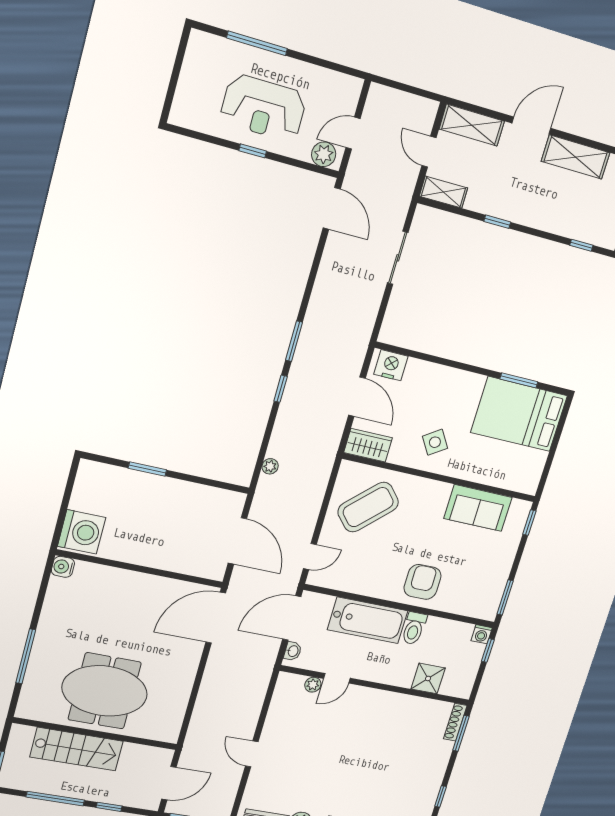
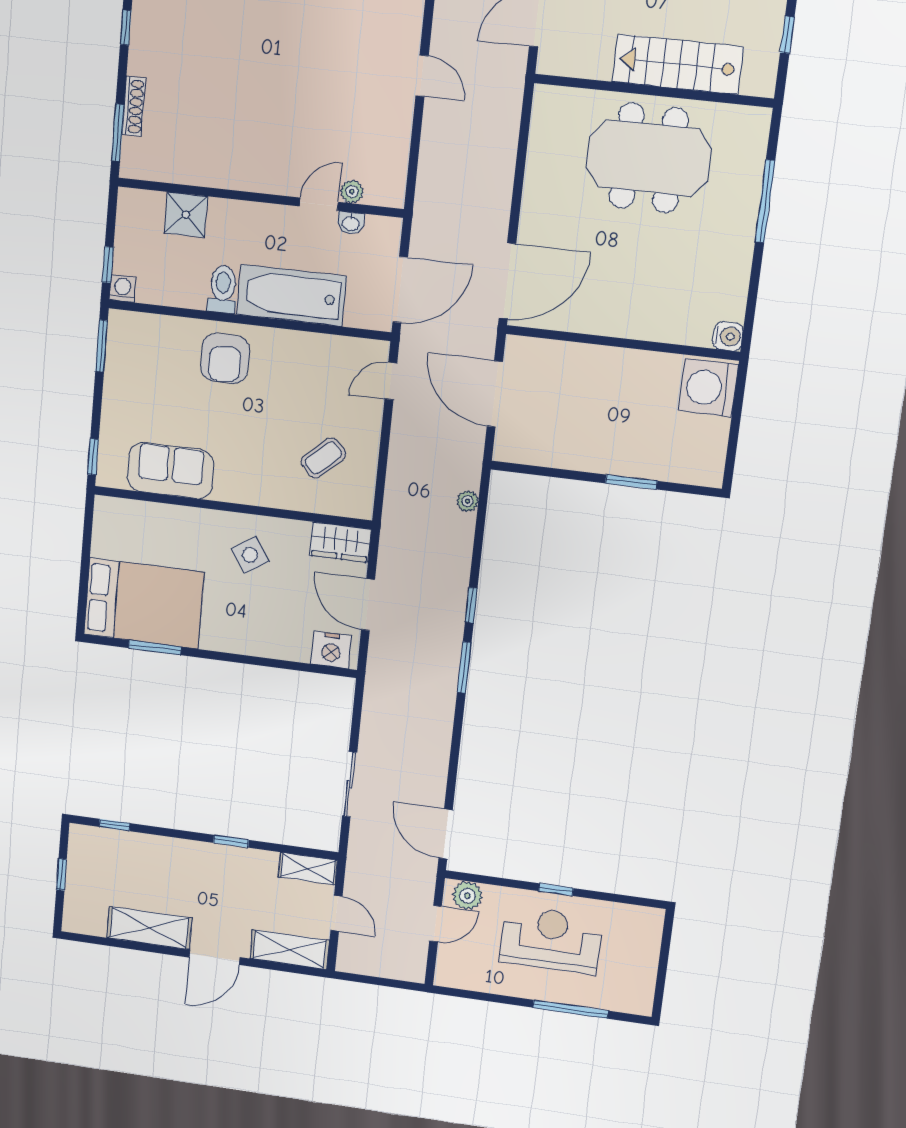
coffee table: (368, 507) -> (323, 458), width x0.54, depth x0.58
washbasin: (293, 651) -> (351, 223), moved, turned -90
shoe rack: (455, 722) -> (134, 106), moved

